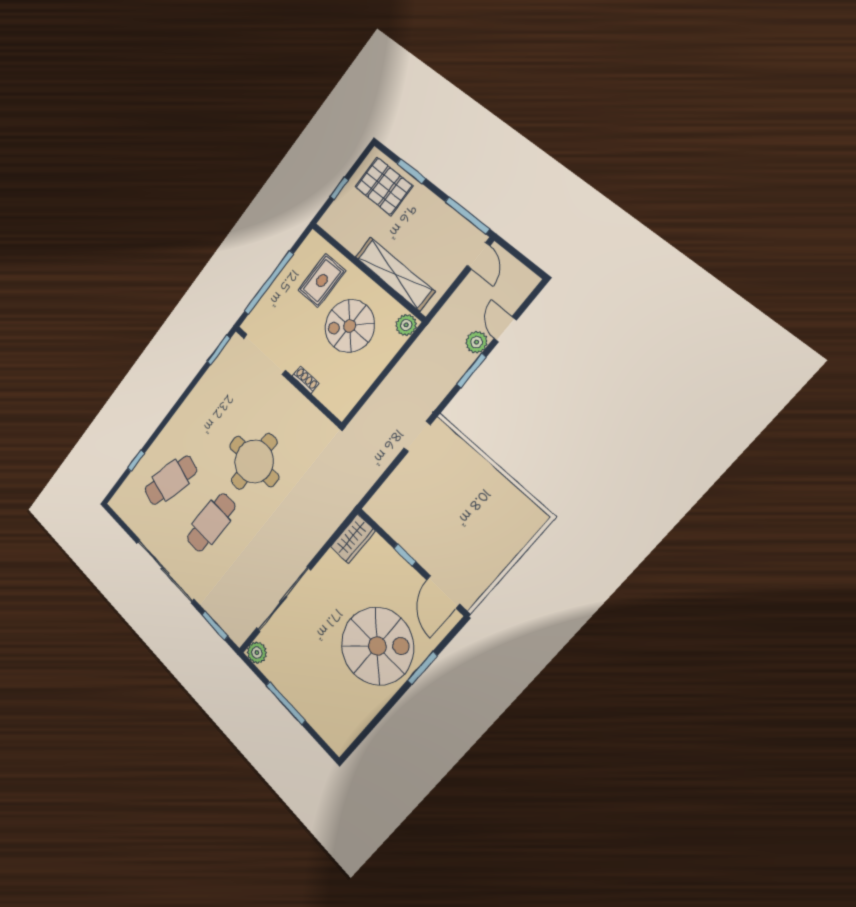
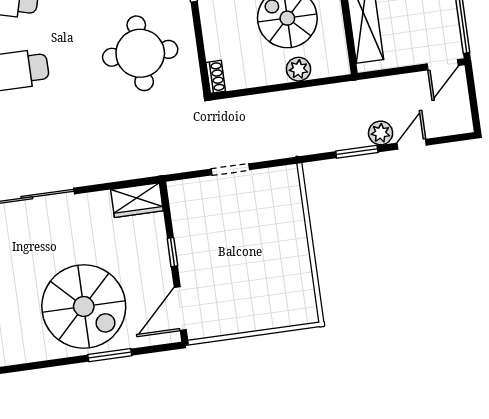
plant: (406, 325) -> (299, 69), moved
shoe rack: (306, 380) -> (216, 77), moved
doorway: (417, 436) -> (230, 169), moved
round table: (254, 461) -> (140, 53), moved

